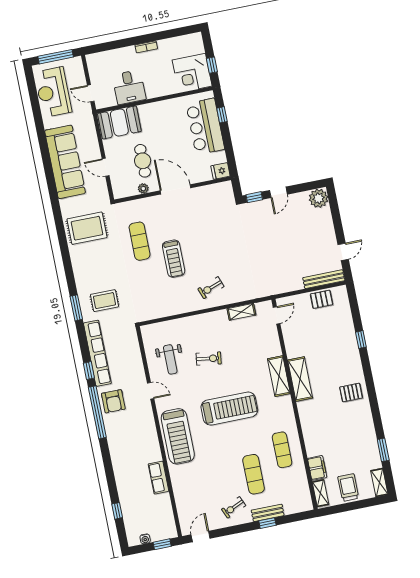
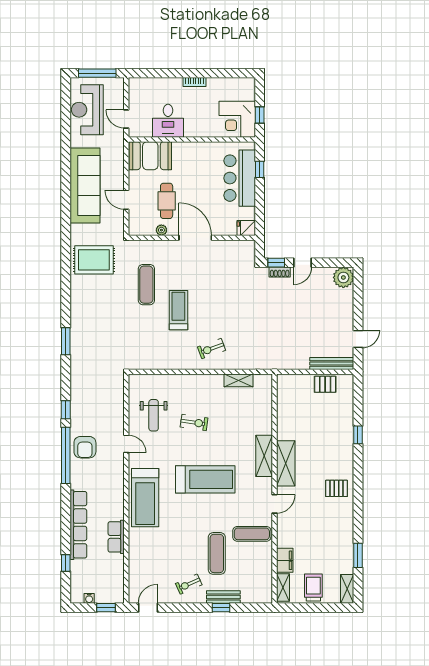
shoe rack: (259, 205) -> (280, 272), added
treadmill: (174, 259) -> (178, 310), turned 180
rug: (104, 301) -> (97, 340), removed
door: (277, 315) -> (275, 504), moved
row of seats: (97, 353) -> (78, 525), moved
exercise mat: (282, 450) -> (252, 534), turned 90

